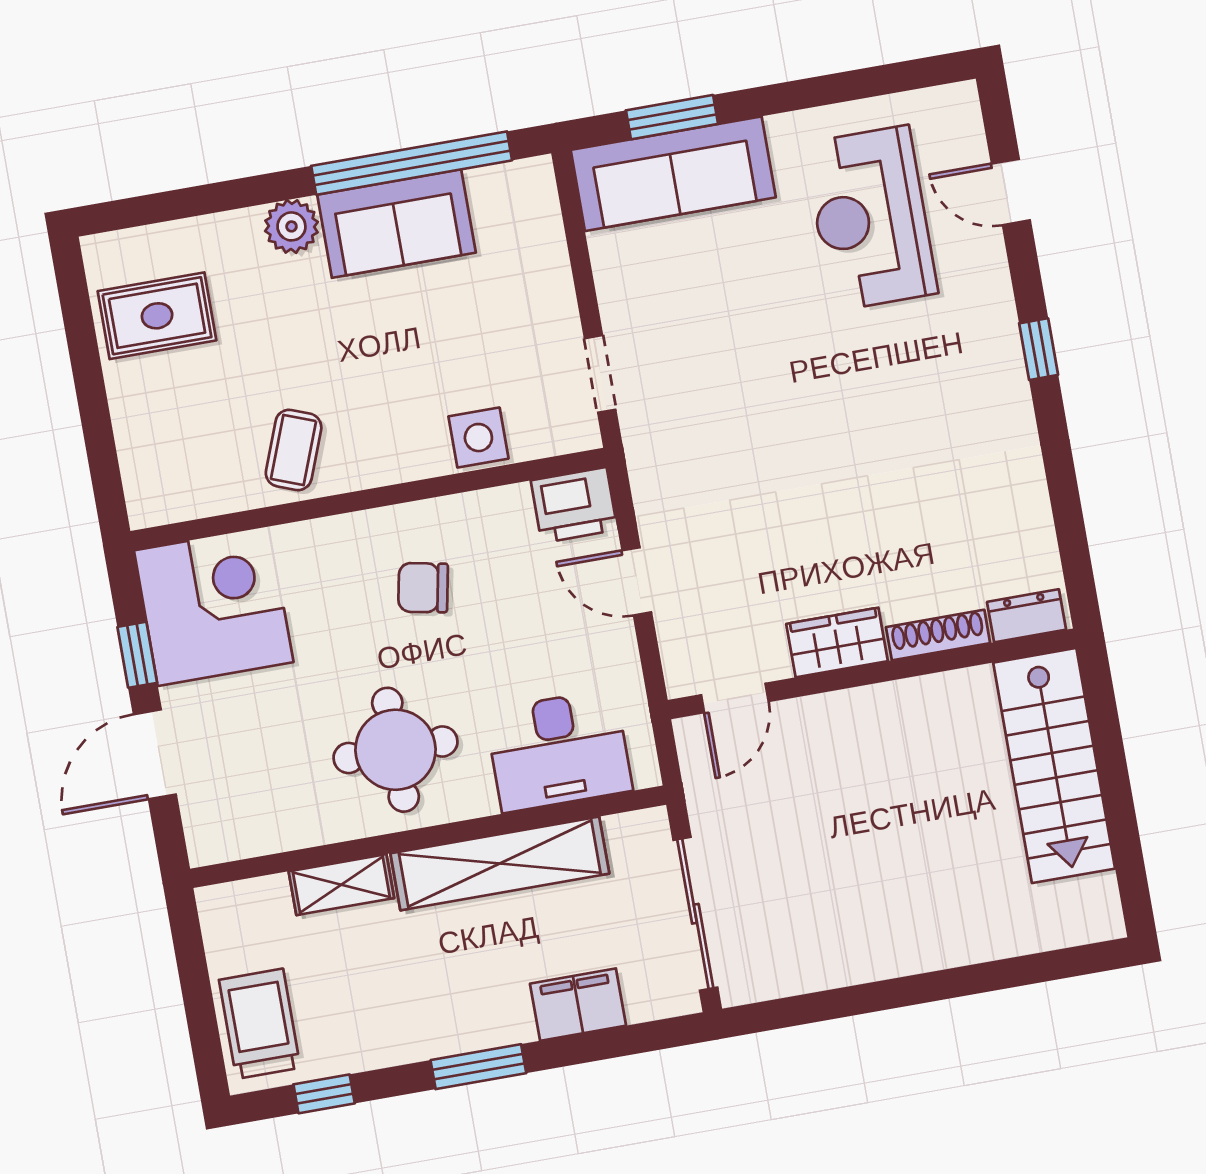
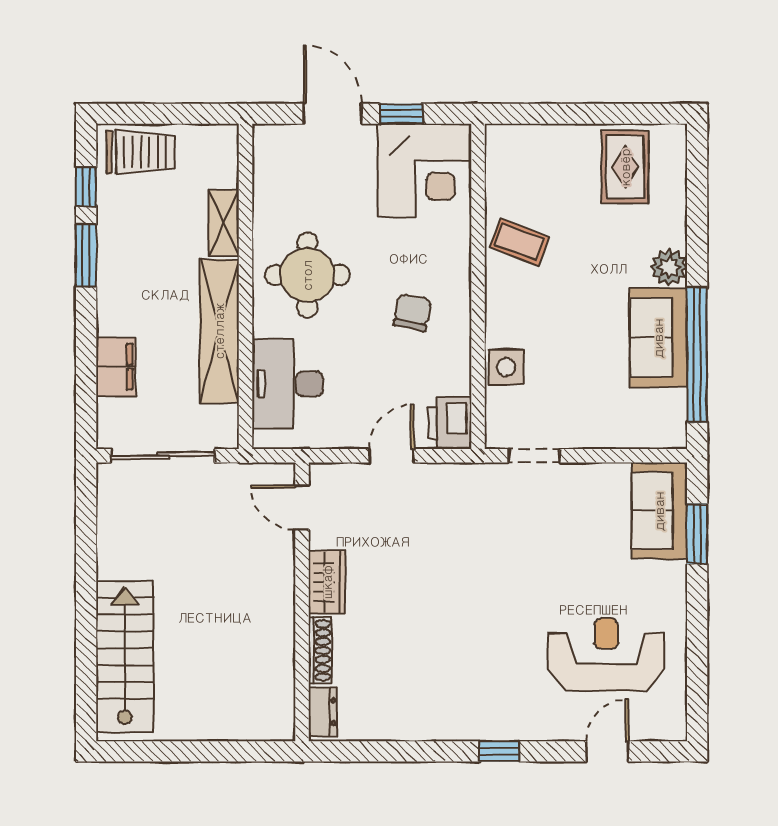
sofa: (673, 174) -> (659, 511), width x0.73
stairs: (1054, 766) -> (125, 656), moved, turned 90
window: (478, 1067) -> (86, 255), moved

